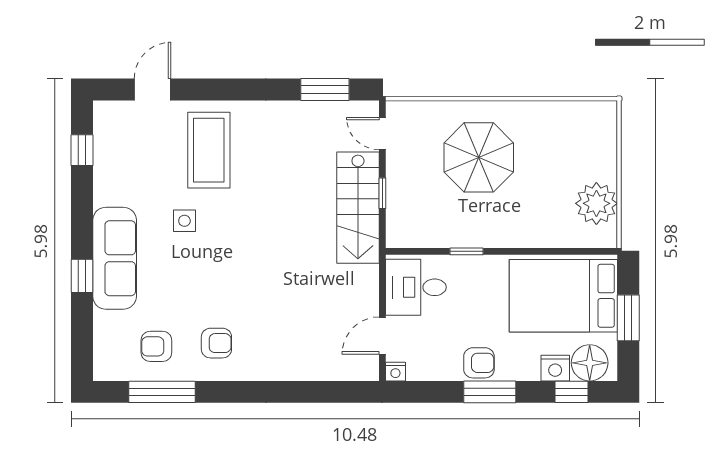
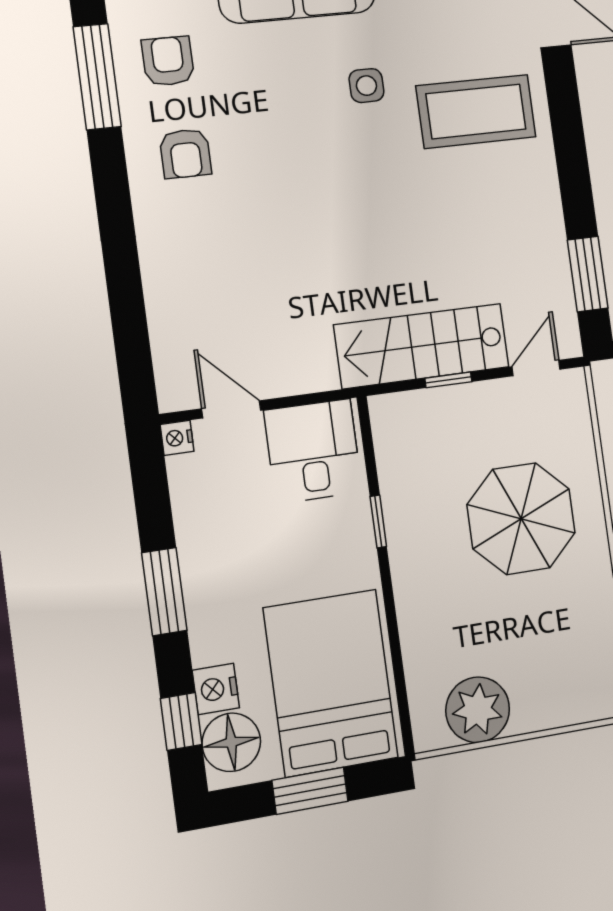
armchair: (479, 363) -> (208, 567), removed

